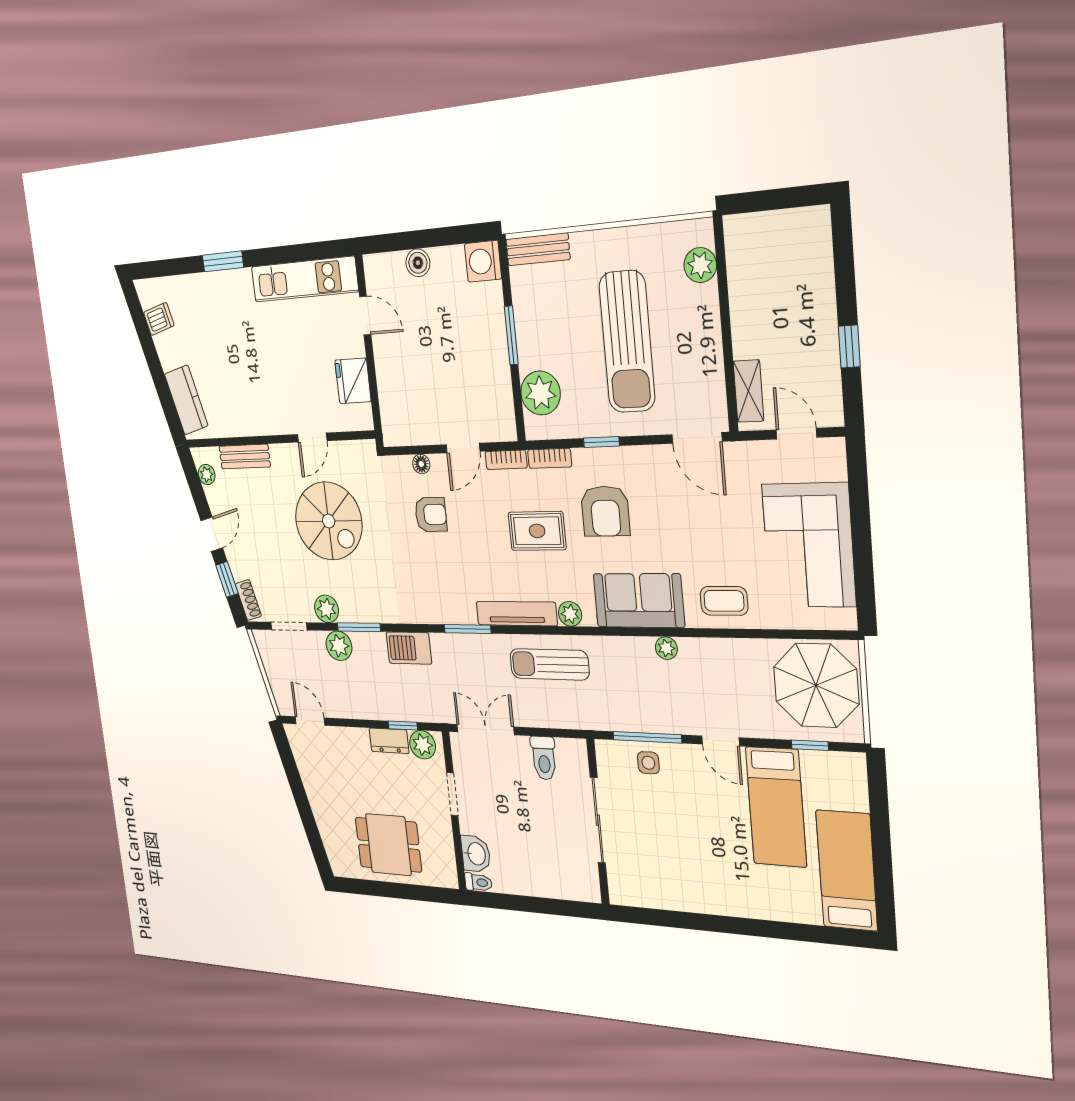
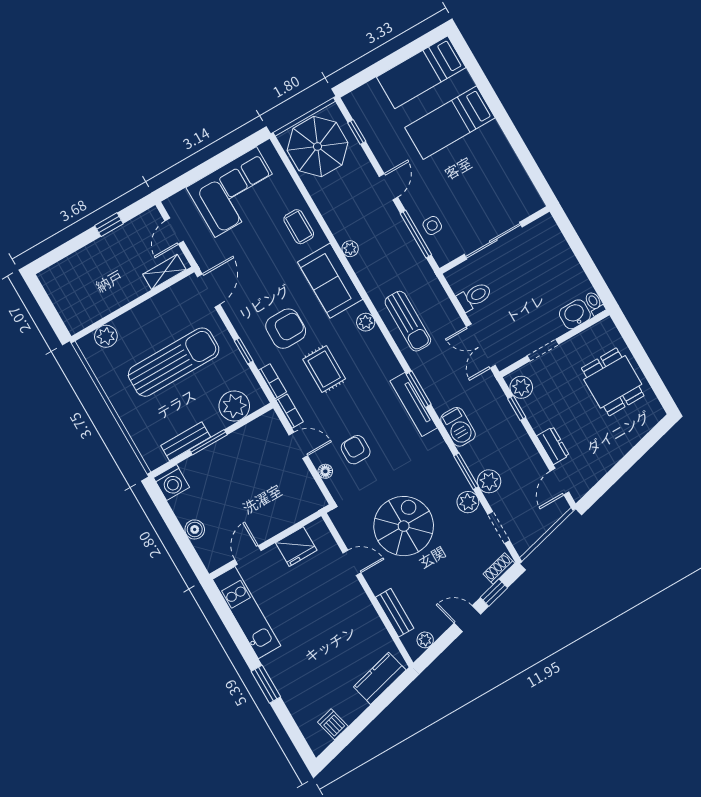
bench: (538, 249) -> (186, 441), moved, turned 90
tv unit: (517, 614) -> (414, 404), moved
dresser: (389, 741) -> (553, 446), moved
bed: (776, 807) -> (450, 123), moved, turned 180

